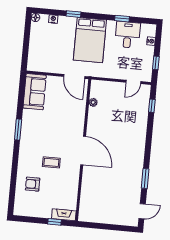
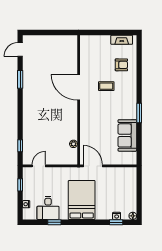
window: (73, 14) -> (116, 222), moved
sofa: (35, 92) -> (127, 135), moved
door: (83, 150) -> (79, 87), moved
fireplace: (64, 215) -> (122, 40), moved
window: (54, 222) -> (98, 33), removed

